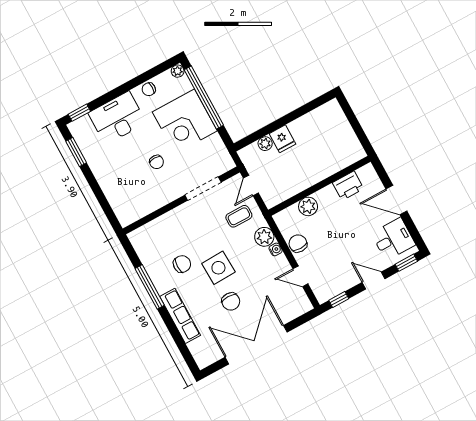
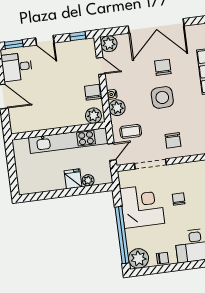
plant: (178, 71) -> (139, 258), width x1.87, depth x1.87
corner desk: (185, 121) -> (142, 206), moved
kitchen unit: (304, 179) -> (68, 141), added
printer: (348, 186) -> (36, 122), removed
plant: (308, 206) -> (93, 116), moved
chair: (298, 243) -> (93, 92), turned 180
chair: (182, 264) -> (173, 140), moved, turned -90
plant: (301, 304) -> (109, 44), added

